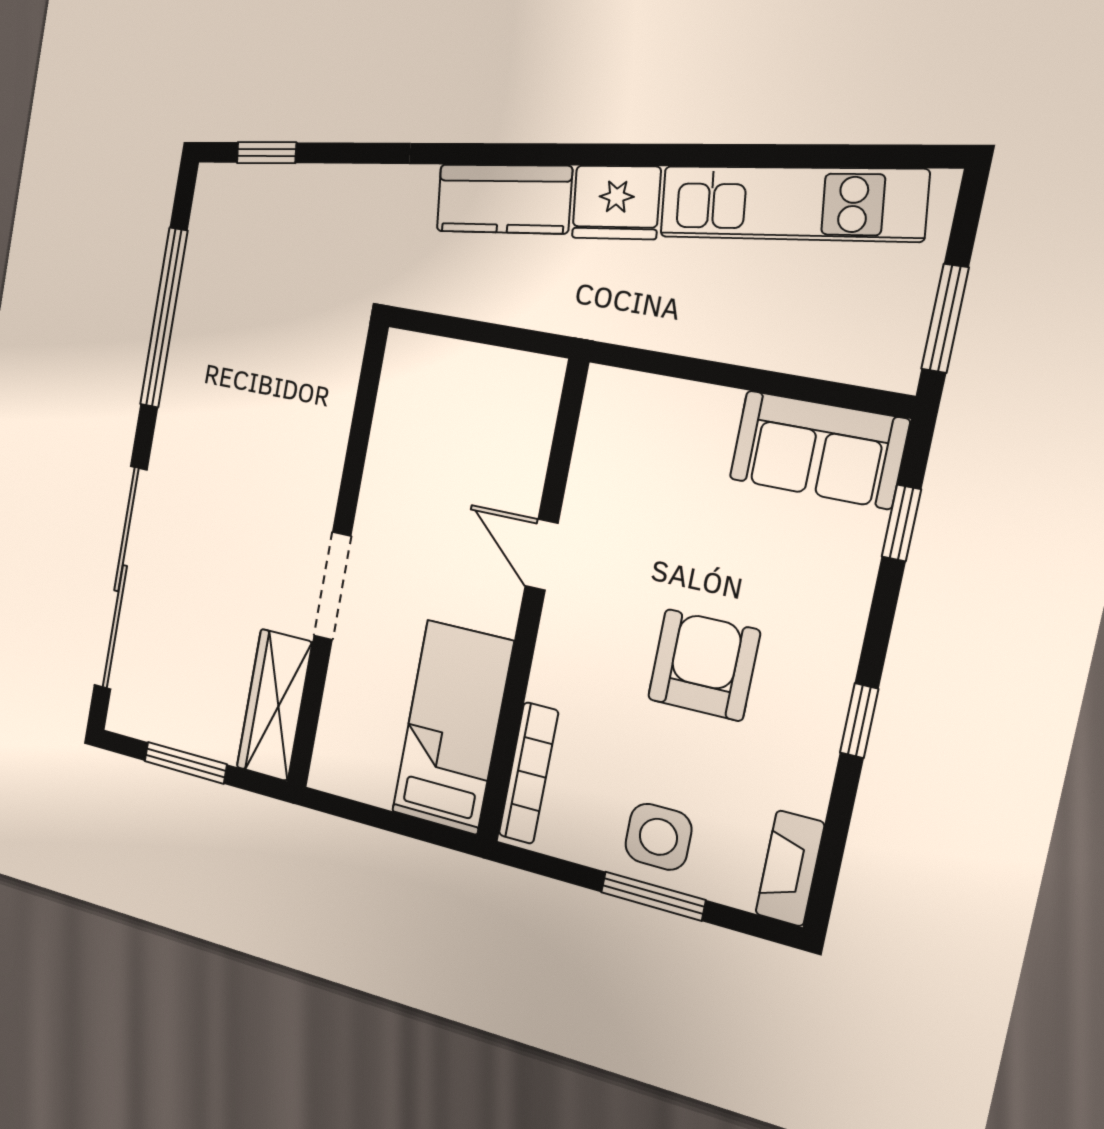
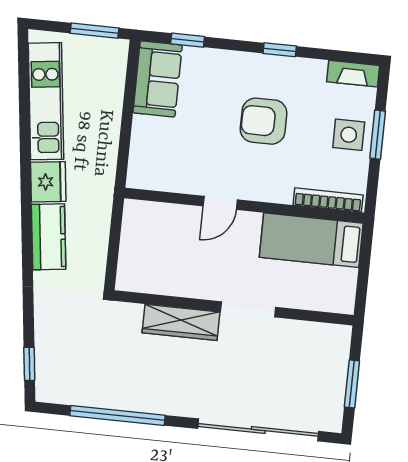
wardrobe: (274, 705) -> (181, 322), moved

